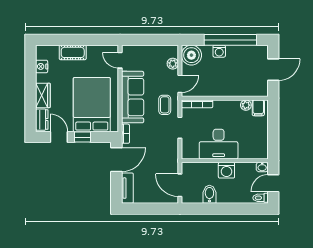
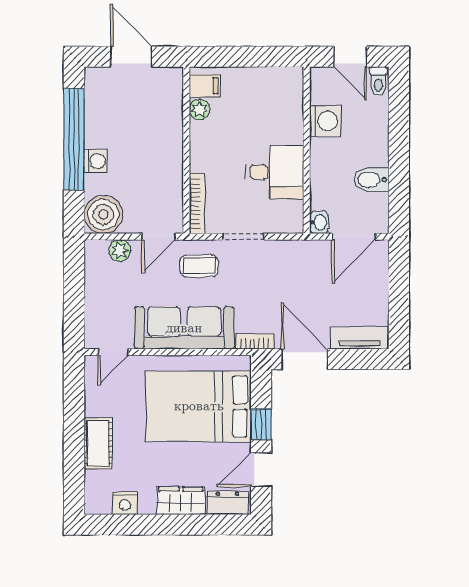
door: (180, 84) -> (159, 237), swing flipped
desk: (219, 144) -> (275, 172), width x0.73
washbasin: (262, 167) -> (319, 222), moved
washing machine: (226, 170) -> (325, 121), moved

